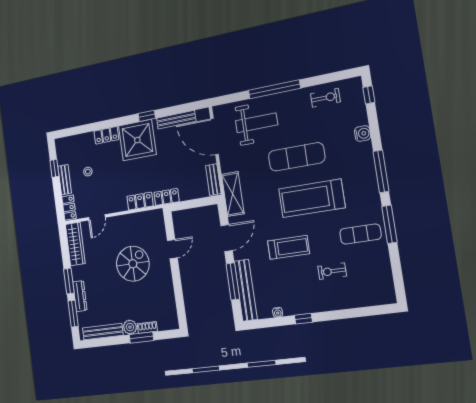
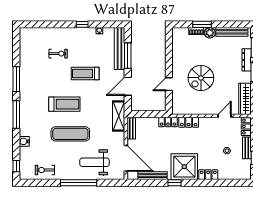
treadmill: (312, 198) -> (64, 104), width x0.73, depth x0.73
exercise mat: (360, 234) -> (36, 75), removed

